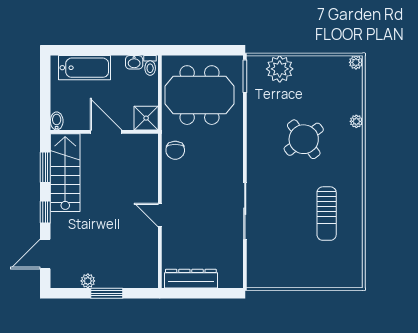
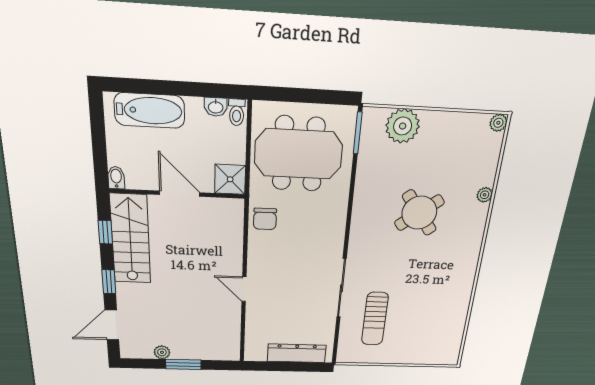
window: (45, 167) -> (105, 232), width x0.67
sun lounger: (327, 214) -> (375, 319), moved
dresser: (191, 279) -> (297, 353), moved

